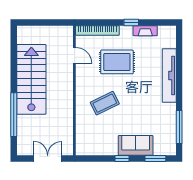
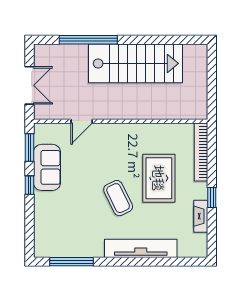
door: (74, 55) -> (82, 121), moved
coffee table: (105, 103) -> (118, 198), moved
sofa: (136, 145) -> (47, 167), moved
window: (155, 158) -> (29, 148), moved

